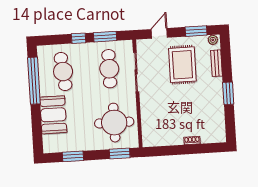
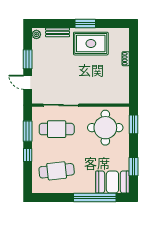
window: (196, 31) -> (28, 59), moved
rug: (182, 65) -> (91, 44), moved
window: (34, 81) -> (95, 197), moved
booth: (53, 115) -> (112, 182), moved

